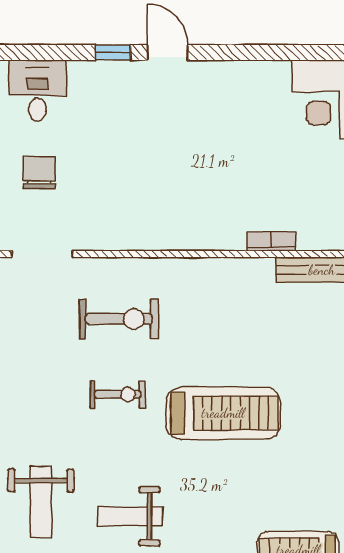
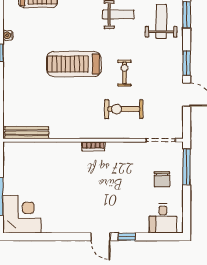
bookcase: (271, 241) -> (93, 146), moved
exercise bike: (118, 394) -> (124, 73), turned 90

